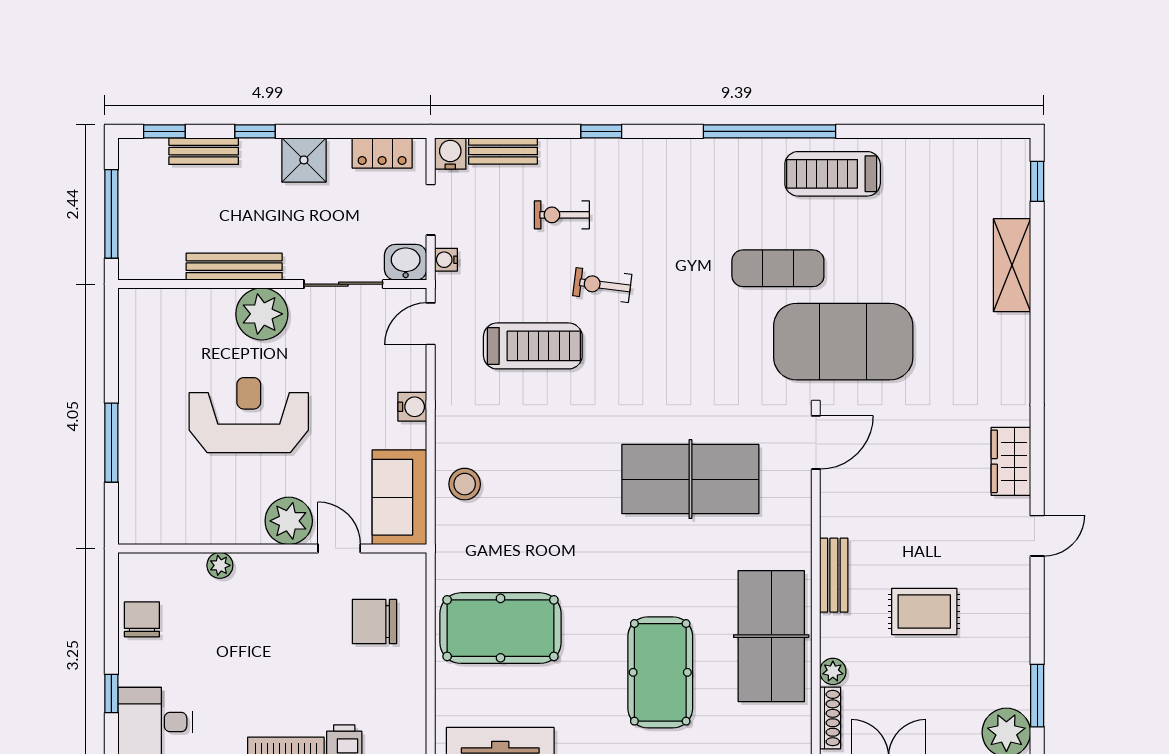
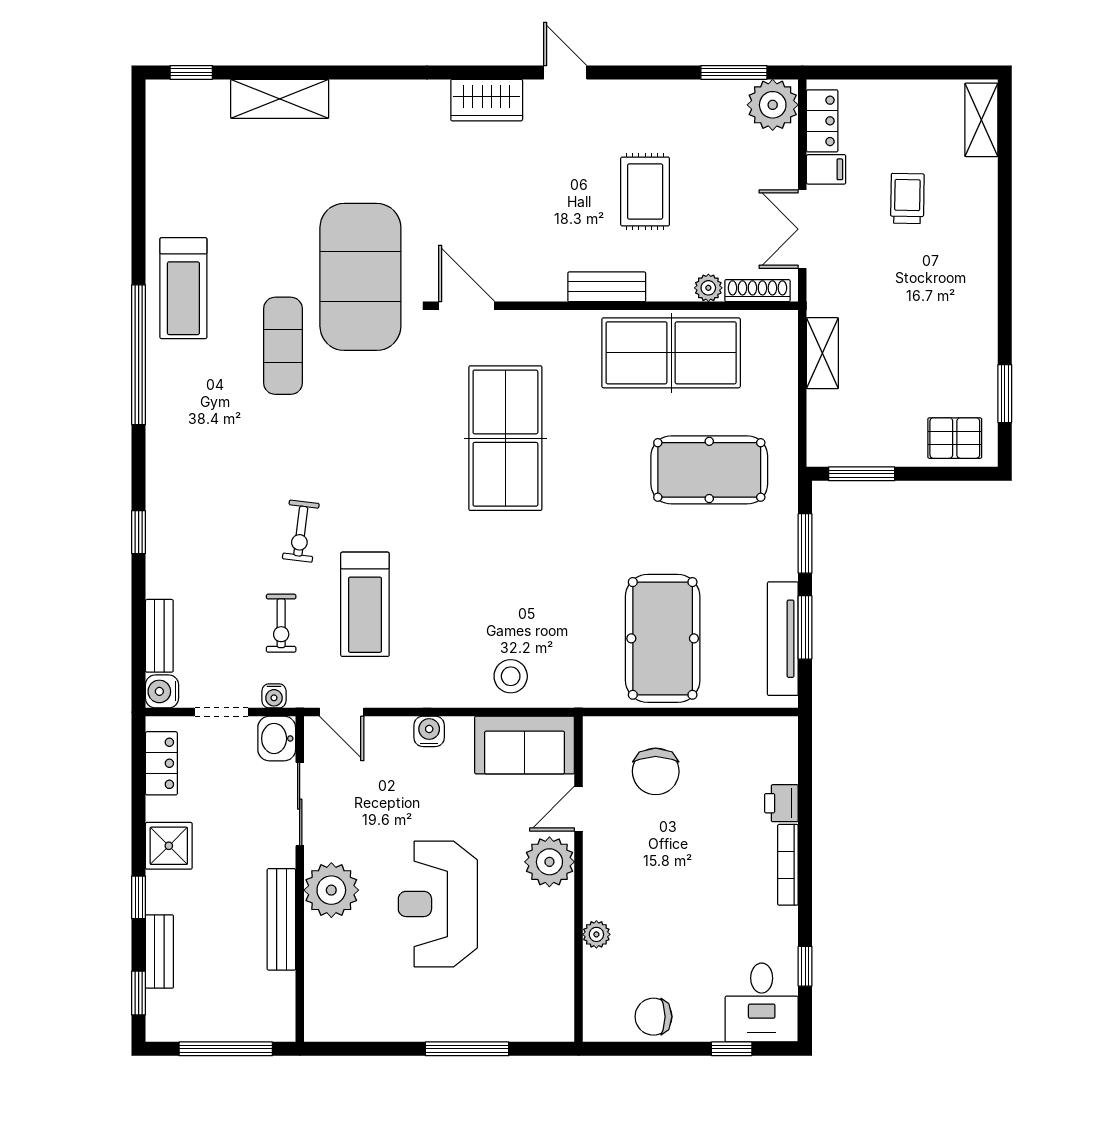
exercise bike: (562, 215) -> (281, 623), moved
treadmill: (533, 346) -> (365, 604), turned 180

